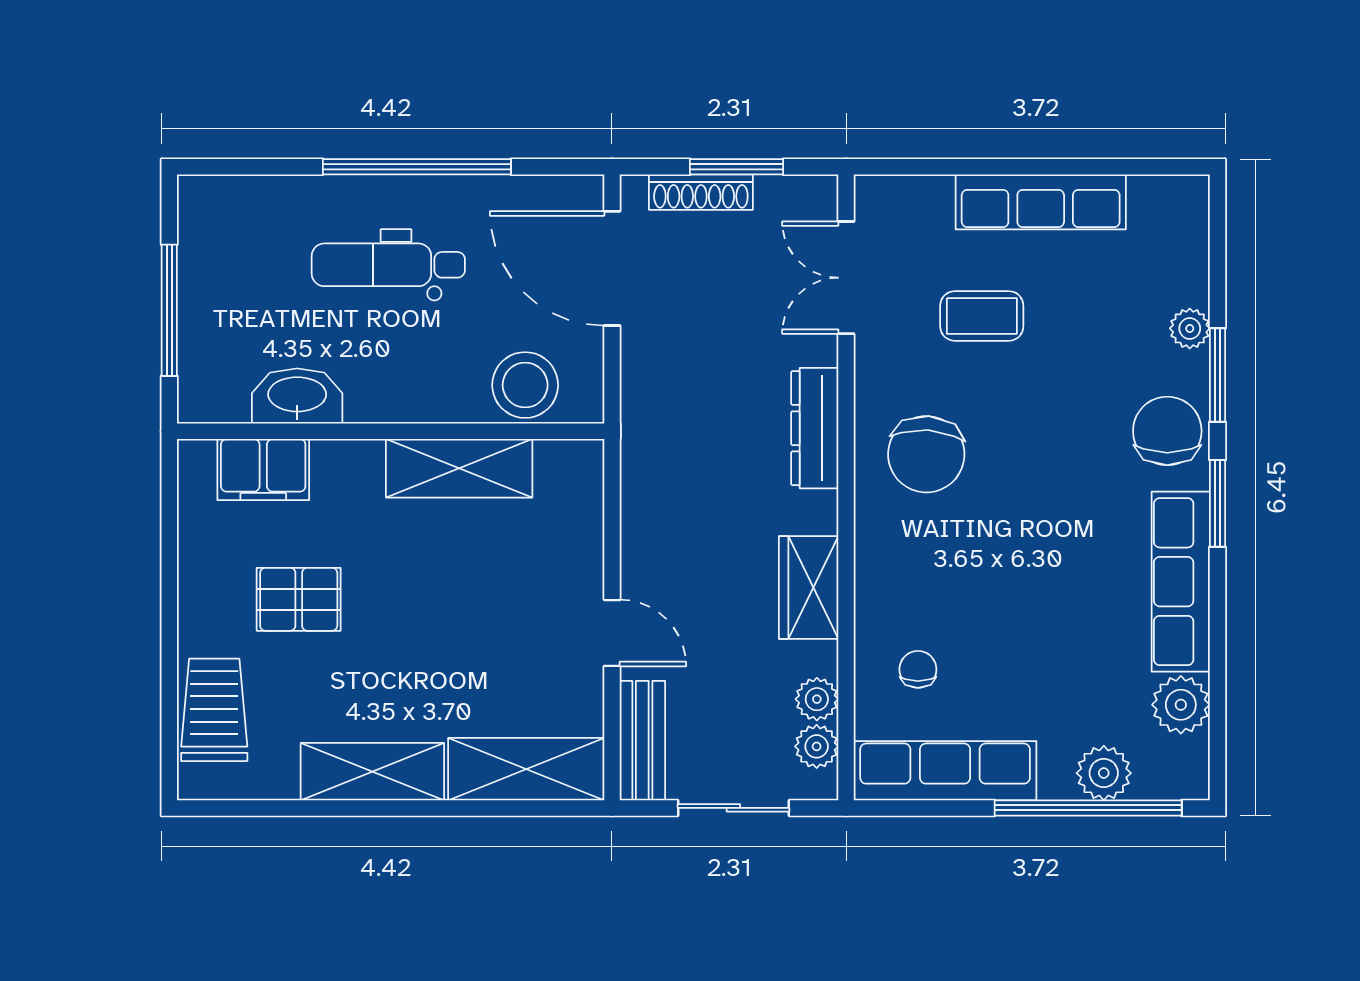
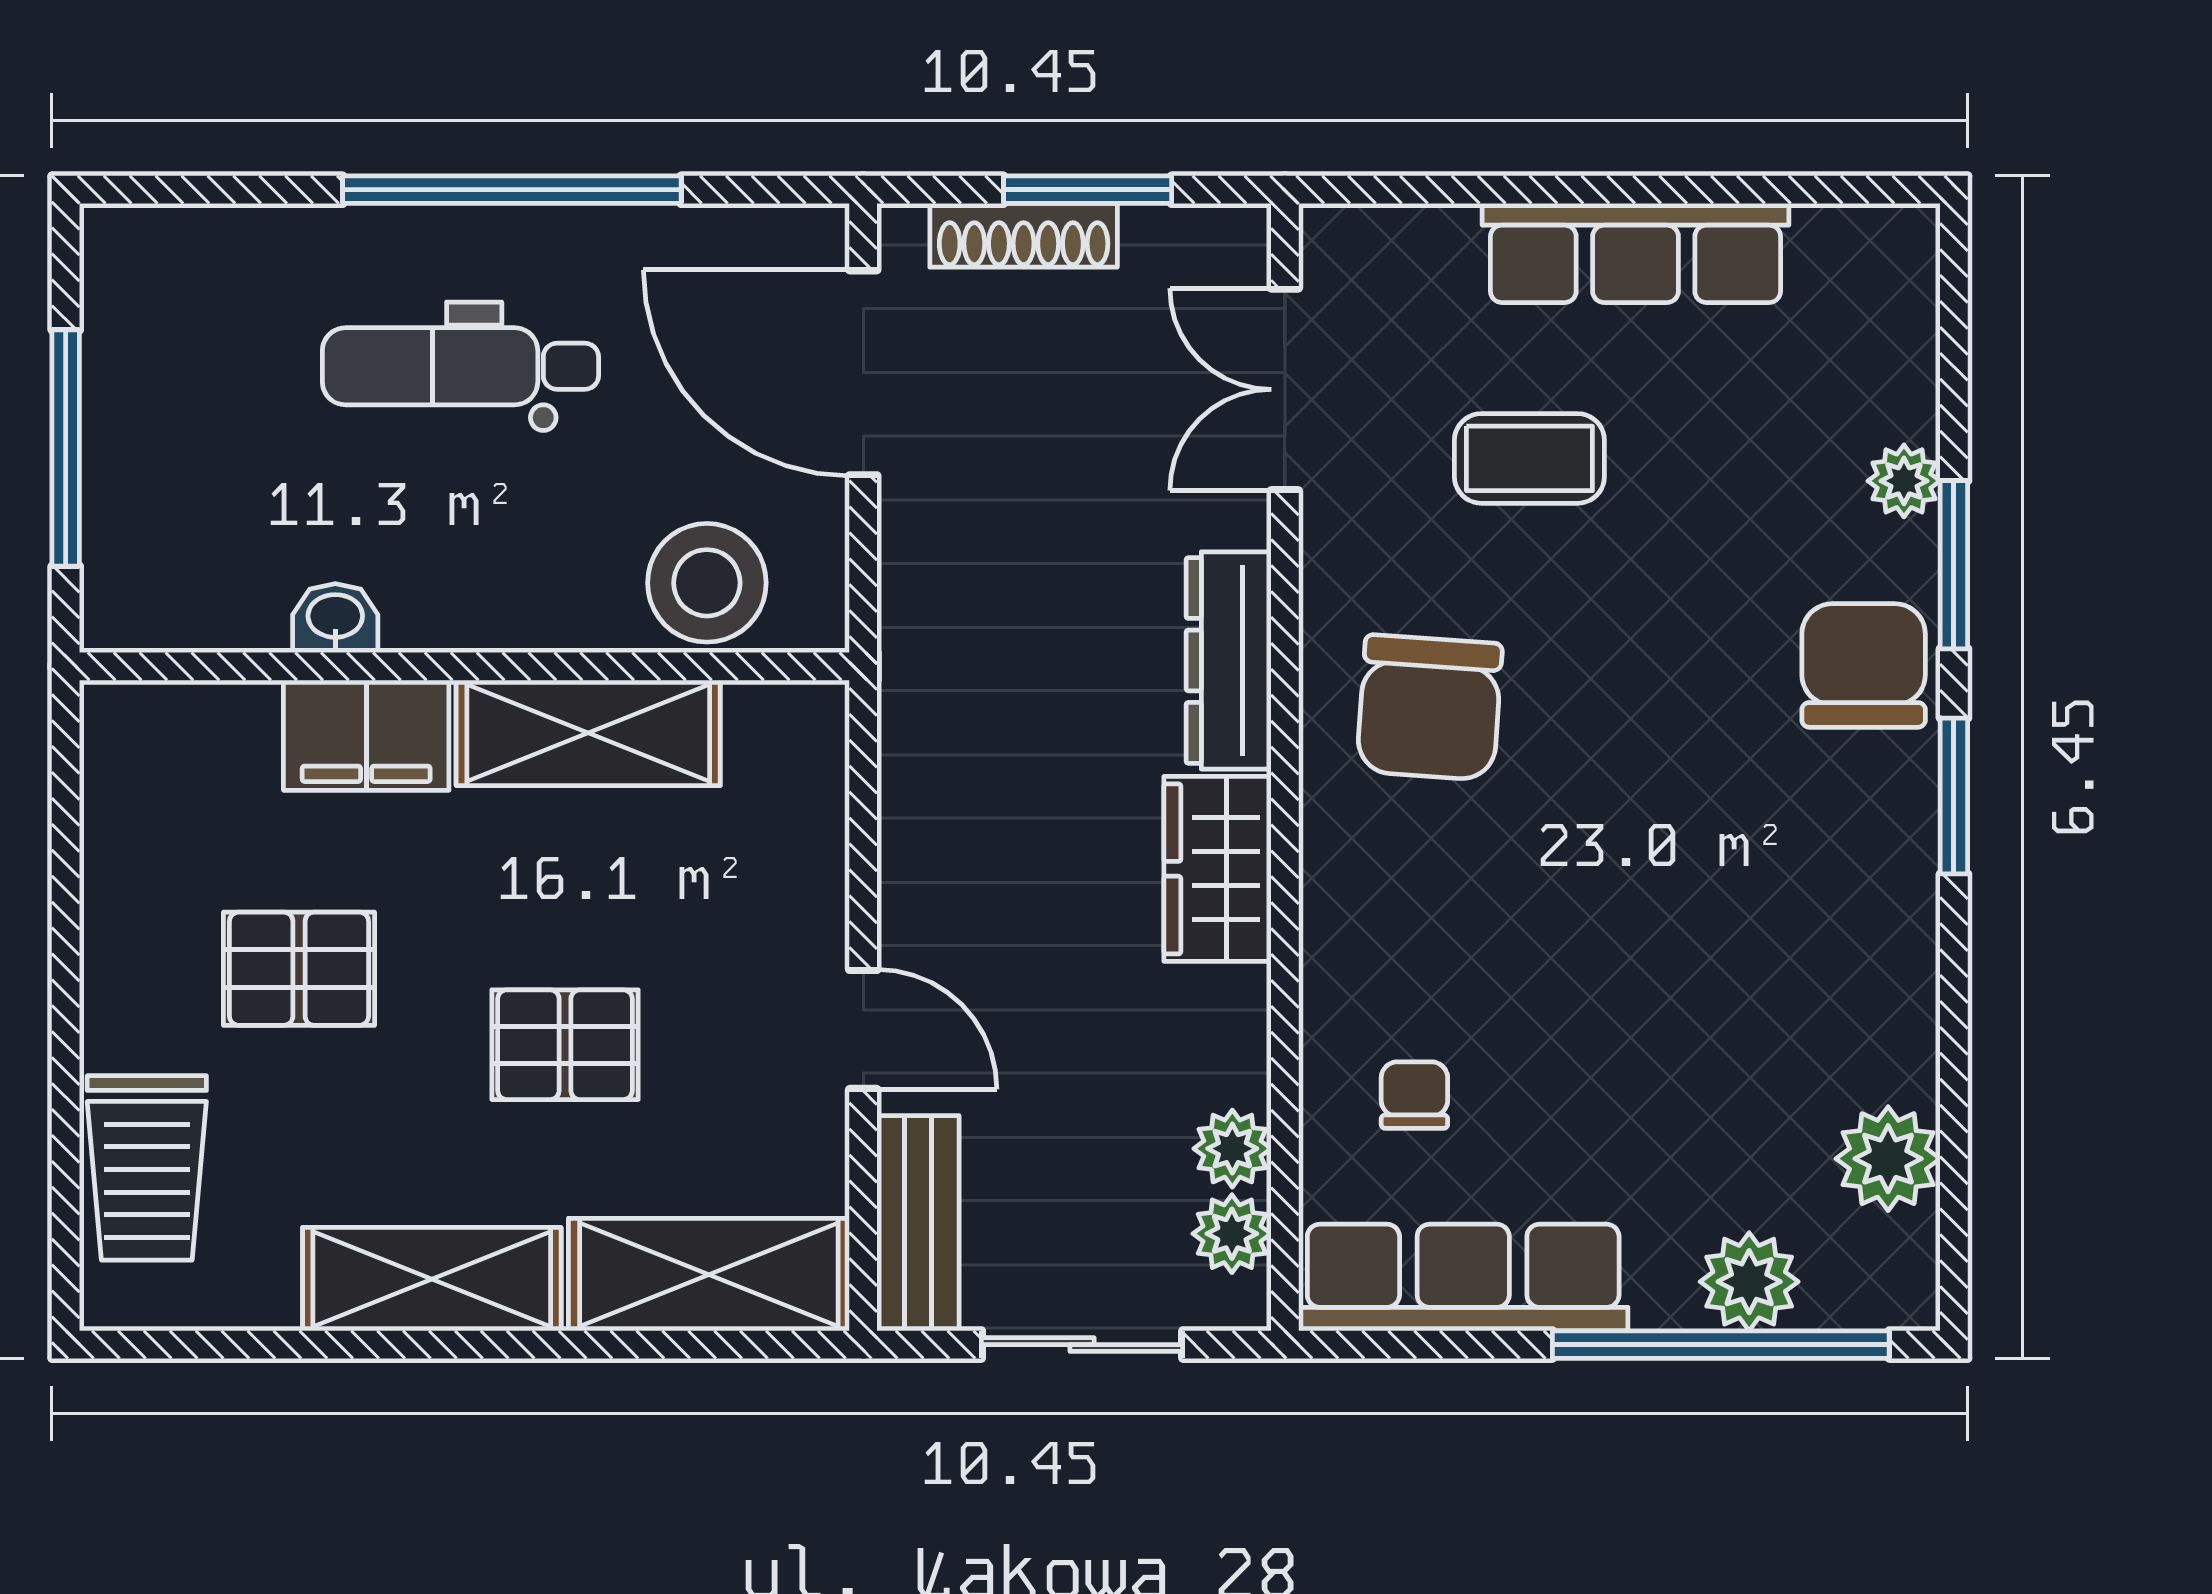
washbasin: (297, 396) -> (335, 618), width x0.52, depth x0.69
filing cabinet: (263, 470) -> (366, 735), moved
row of seats: (1181, 582) -> (1888, 937), removed
wardrobe: (809, 588) -> (1217, 869), moved
pallet: (446, 641) -> (565, 1045), added
trolley: (214, 710) -> (147, 1168), turned 180

